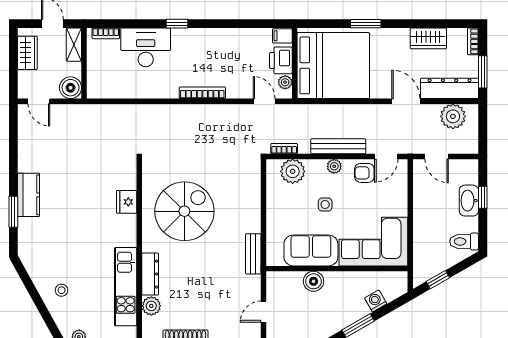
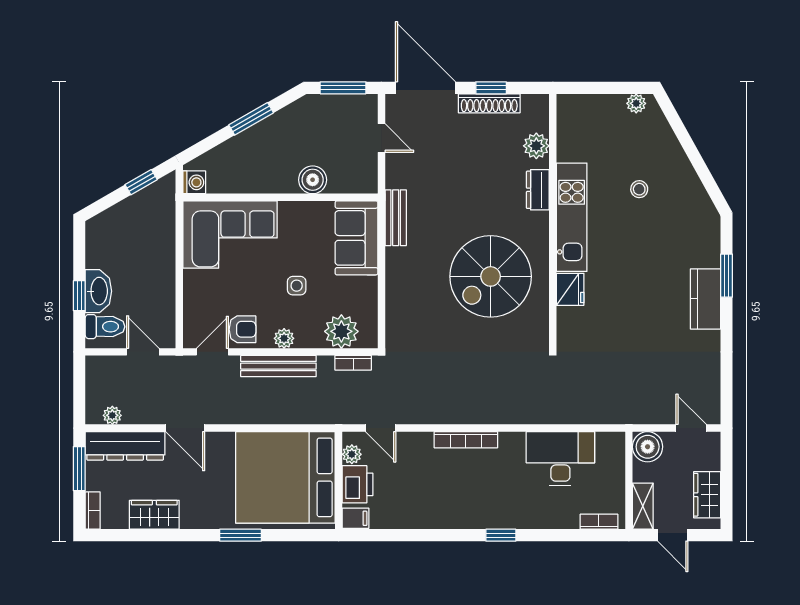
desk: (146, 47) -> (560, 459), moved, turned 180
plant: (453, 116) -> (112, 415), width x0.53, depth x0.53
toilet: (464, 241) -> (105, 327), moved
sofa: (311, 250) -> (356, 238), moved, turned 90
dresser: (150, 274) -> (538, 190), width x0.70
kitchen unit: (126, 287) -> (572, 217), moved
stool: (62, 290) -> (639, 189), moved
washing machine: (376, 301) -> (194, 182), moved, turned -60
door: (264, 312) -> (381, 138), hinge flipped

